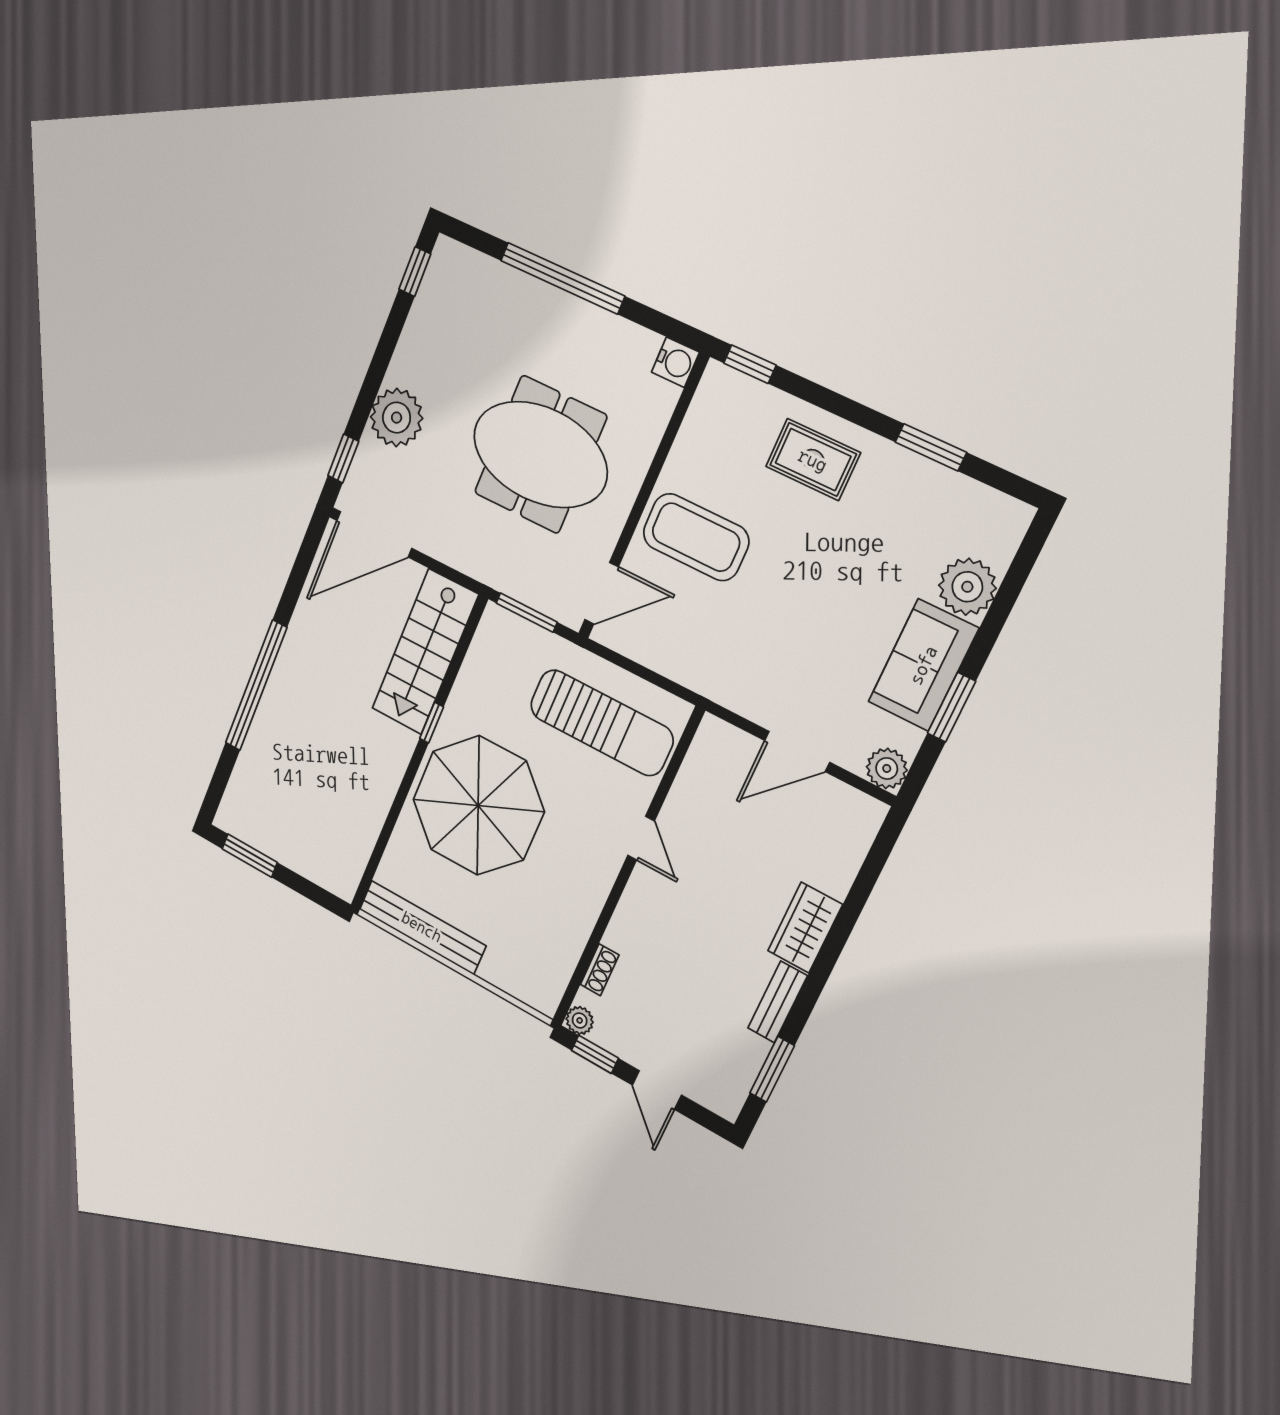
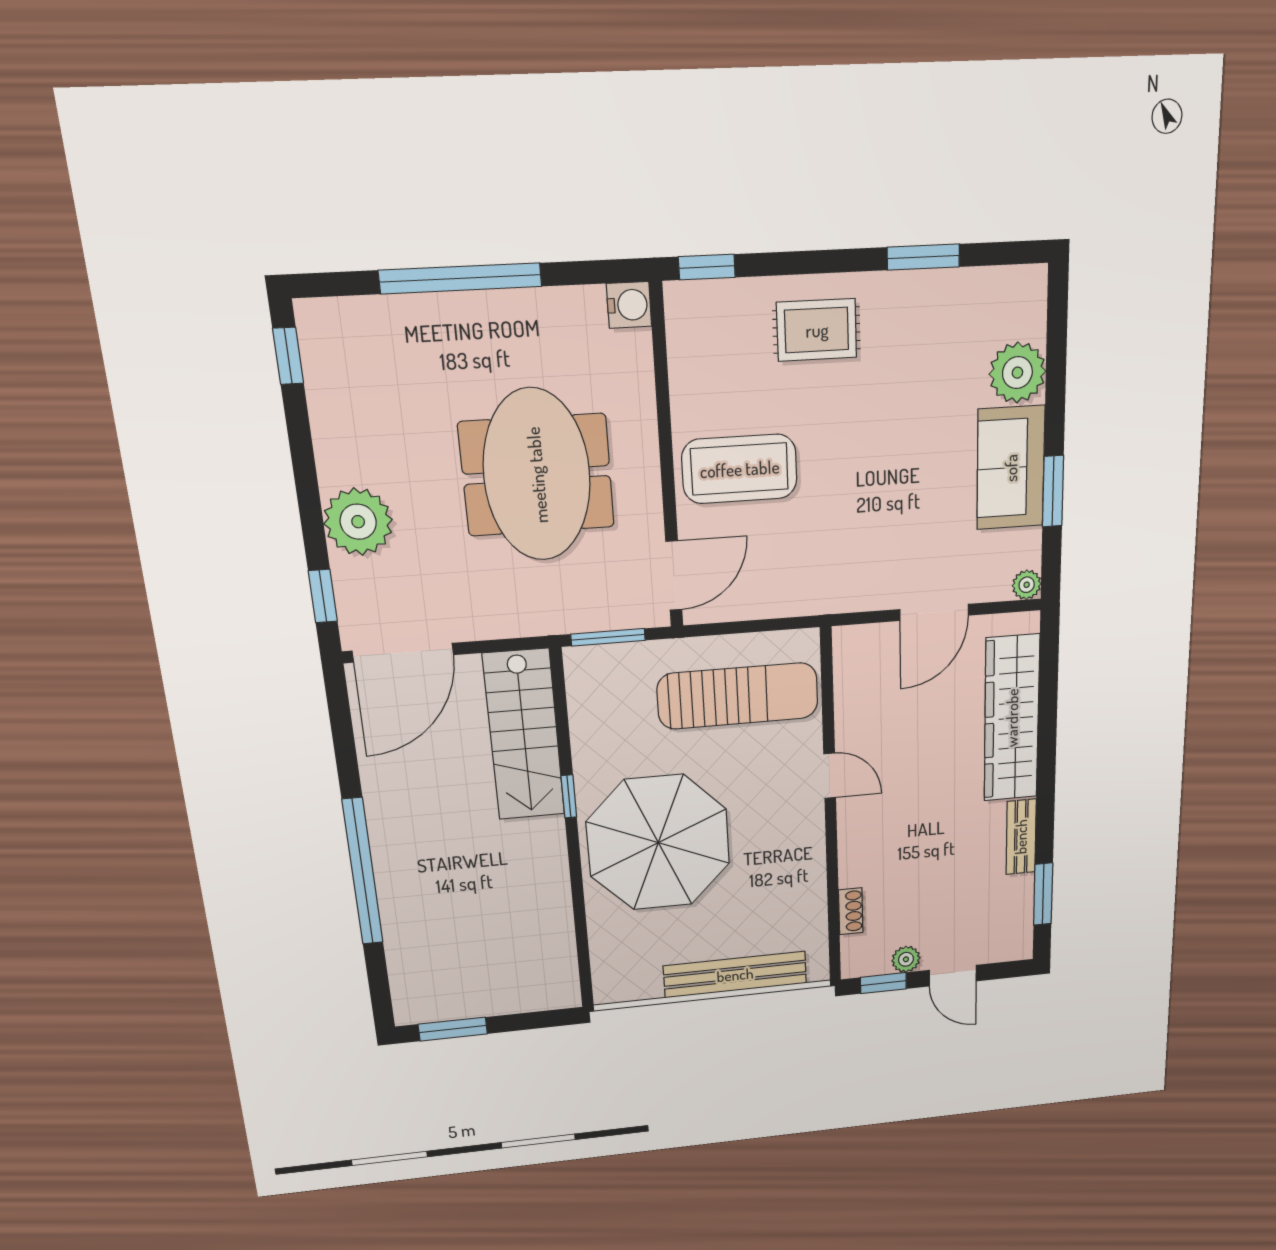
meeting table: (540, 455) -> (537, 475), turned 90
plant: (887, 768) -> (1027, 585), width x0.73, depth x0.73
bench: (422, 927) -> (735, 975), moved
wardrobe: (805, 928) -> (1012, 718), width x2.10, depth x1.17
plant: (580, 1020) -> (906, 959), moved

